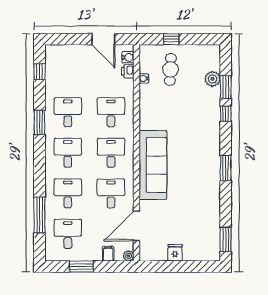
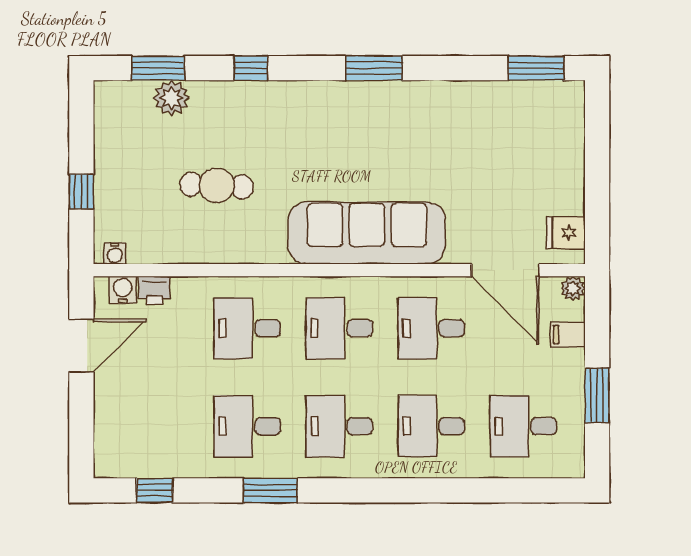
cafe table: (170, 69) -> (217, 185), moved
water cooler: (144, 78) -> (115, 253), moved
window: (226, 87) -> (158, 68), moved
window: (40, 215) -> (480, 490), removed
fridge: (175, 253) -> (566, 233), moved

